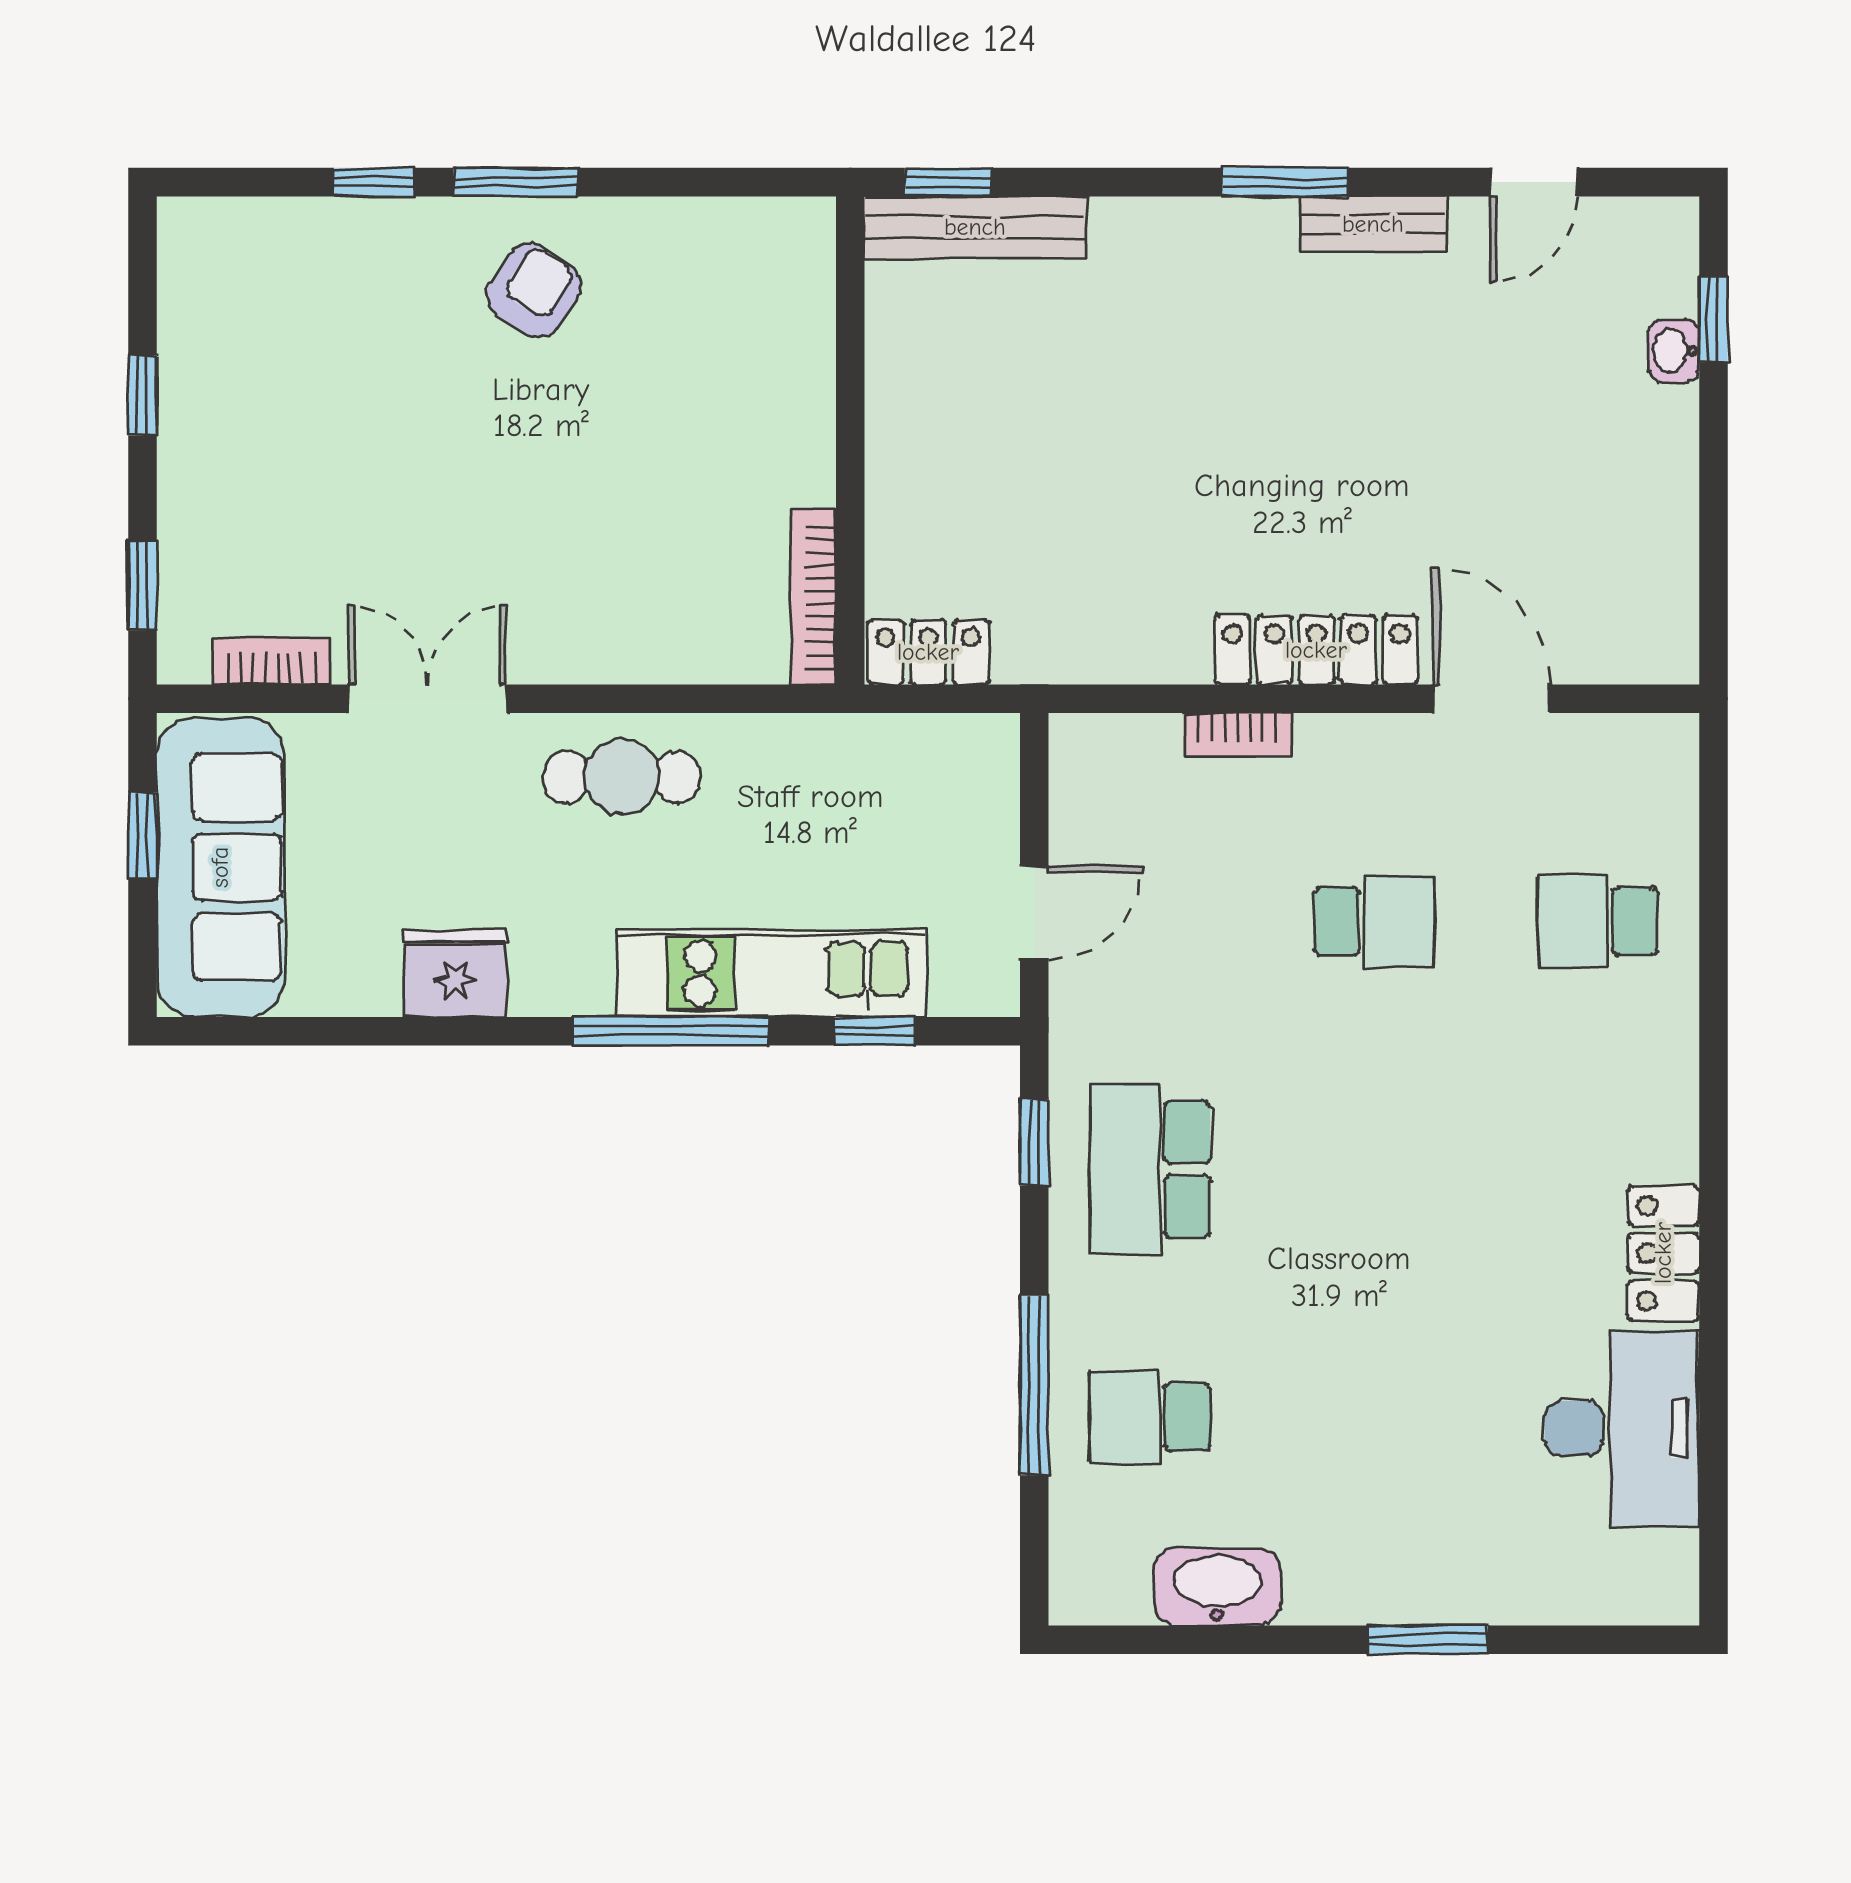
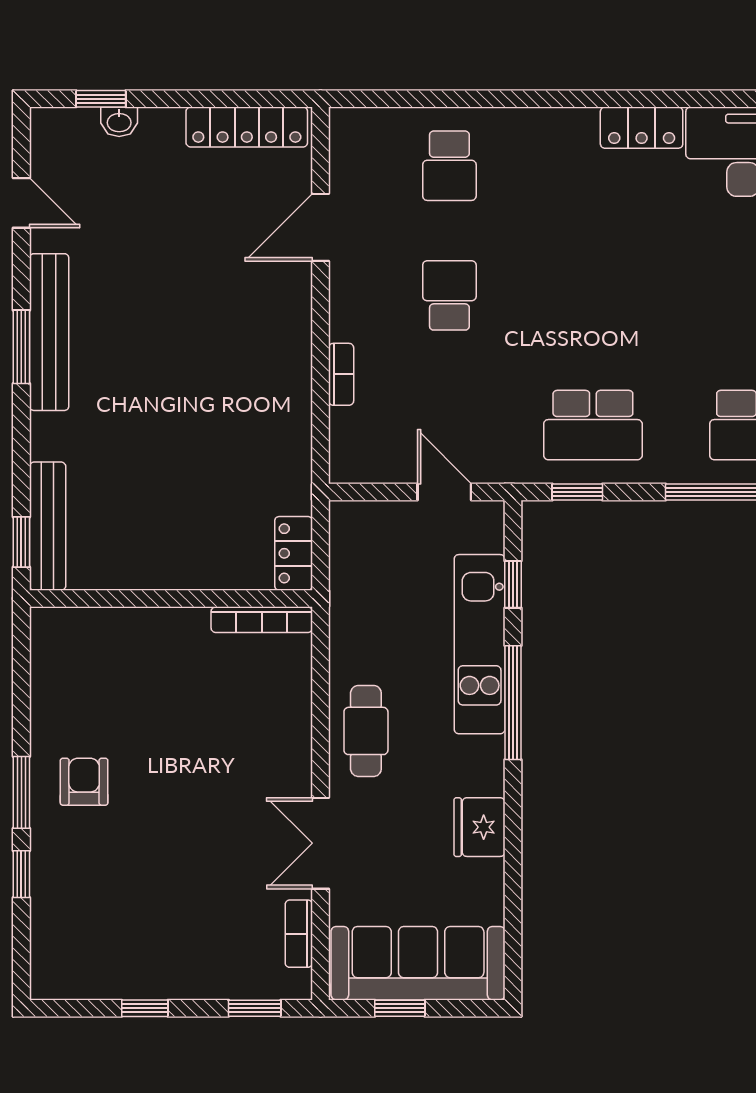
bench: (1373, 224) -> (49, 332), width x1.86, depth x1.21
armchair: (534, 290) -> (84, 782), turned 56
locker: (1316, 650) -> (247, 127), moved, turned -90

